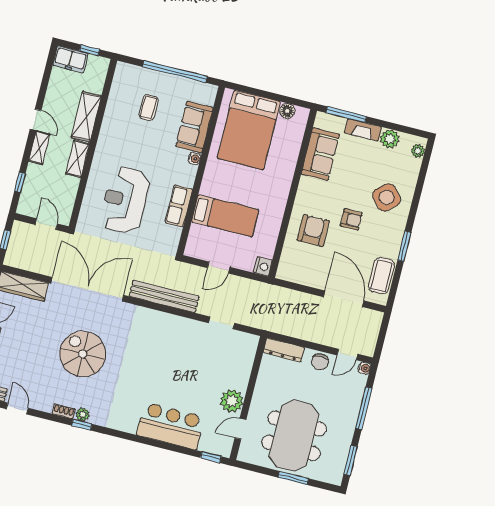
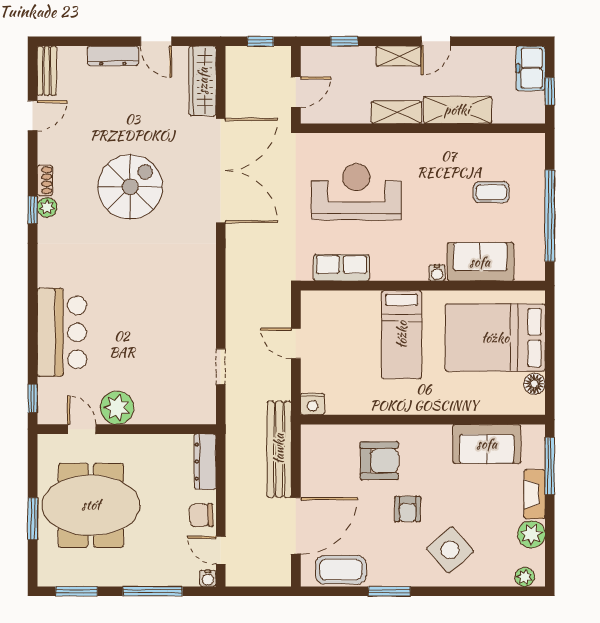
row of seats: (179, 206) -> (341, 268), moved
bed: (225, 216) -> (402, 335), moved
bench: (164, 296) -> (279, 449), moved

